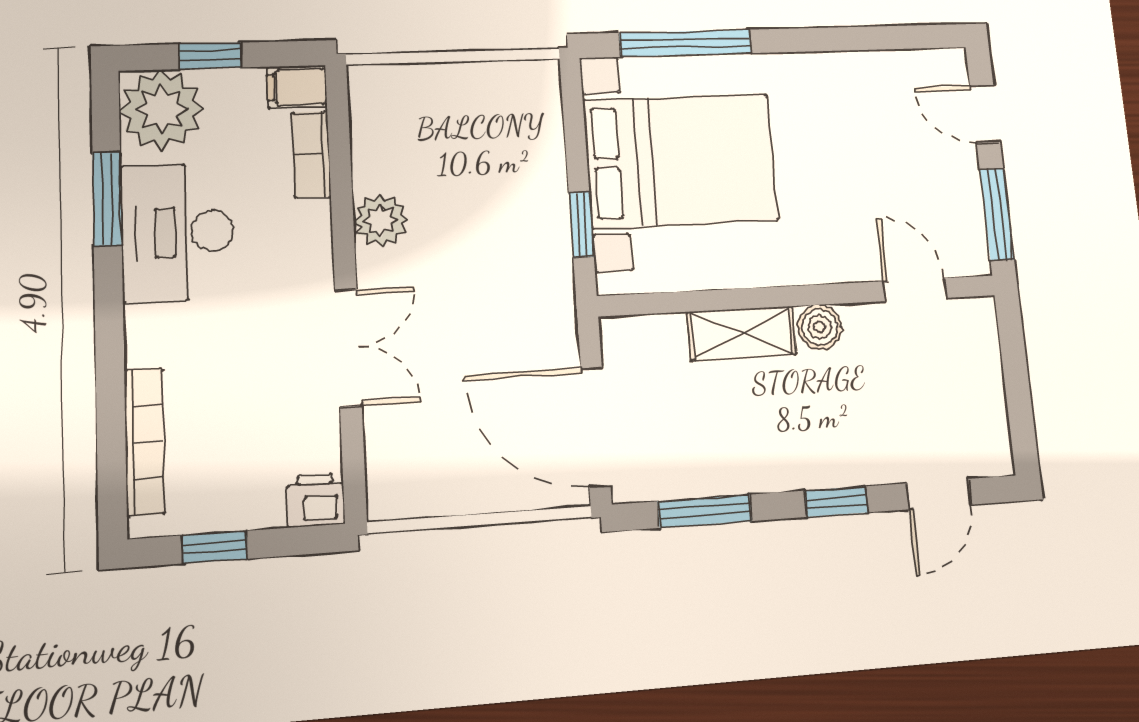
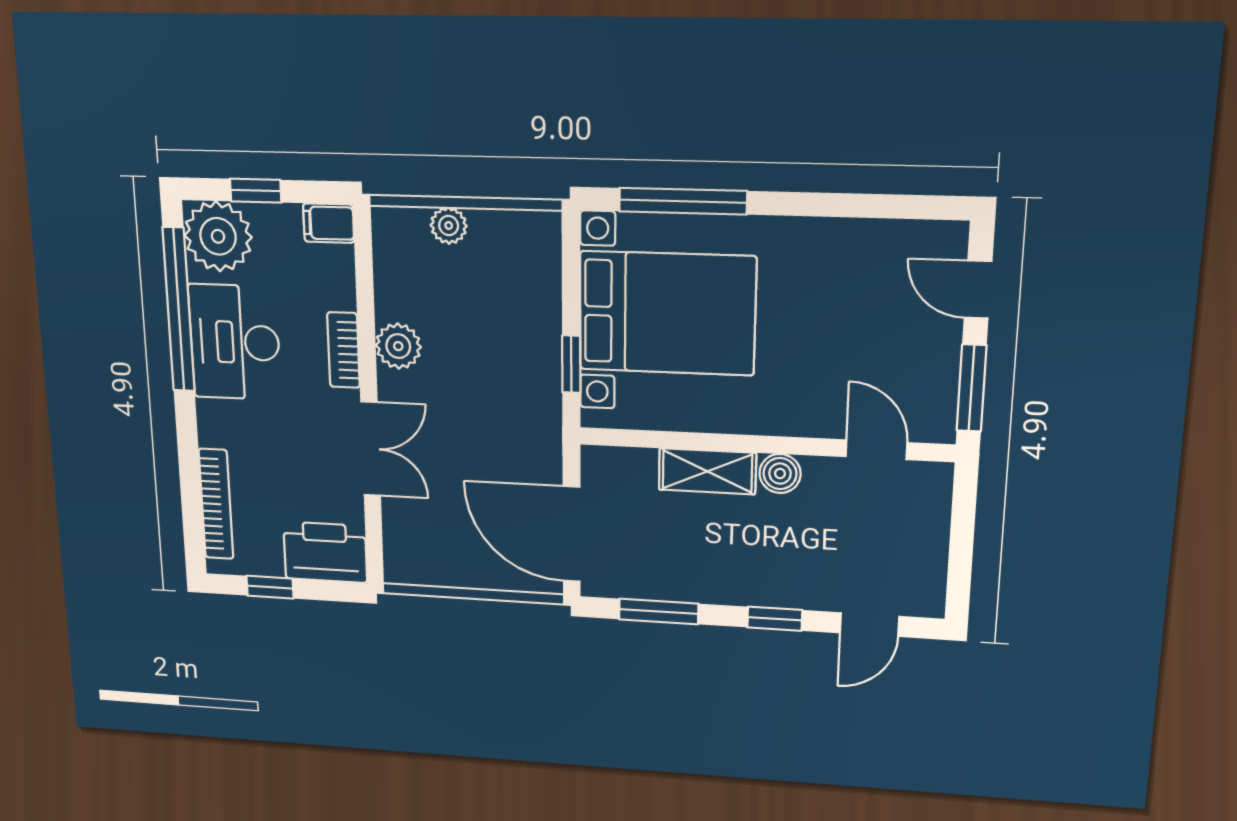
plant: (436, 82) -> (449, 226), added
bookcase: (311, 155) -> (343, 350), moved
window: (107, 199) -> (179, 310), width x2.11
printer: (315, 500) -> (325, 552), width x1.87, depth x1.48

